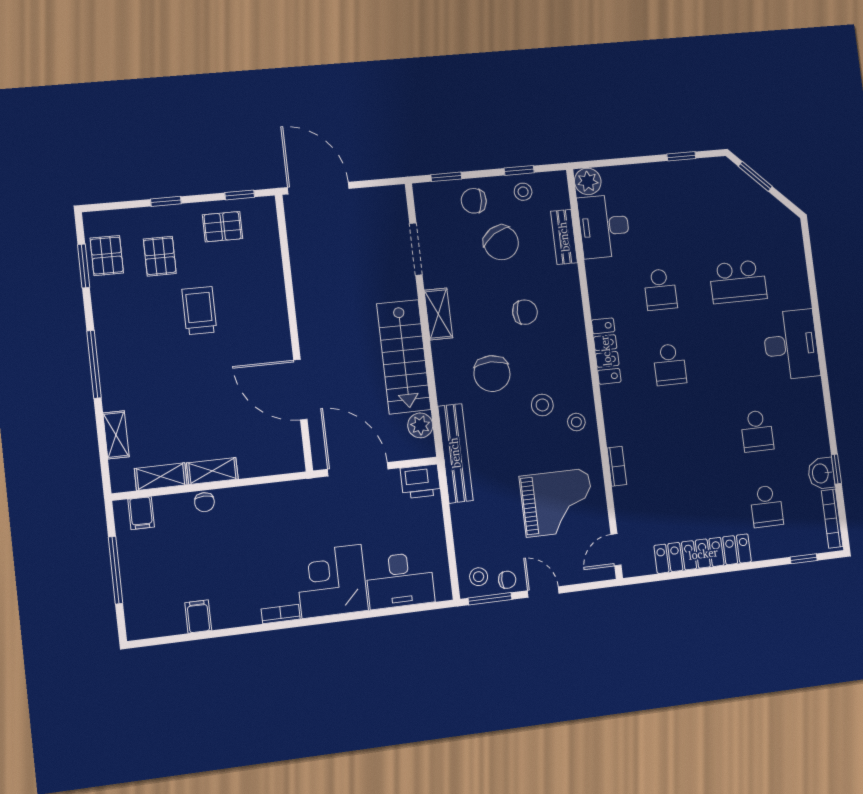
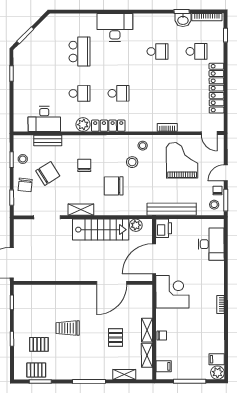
plant: (588, 181) -> (83, 125), moved
pallet: (223, 227) -> (116, 338), moved
chair: (492, 374) -> (114, 186), turned 180
bench: (455, 453) -> (172, 209), moved
corner desk: (332, 581) -> (172, 292), moved, turned 180
filing cabinet: (198, 616) -> (217, 359), moved
plant: (140, 625) -> (217, 373), added

